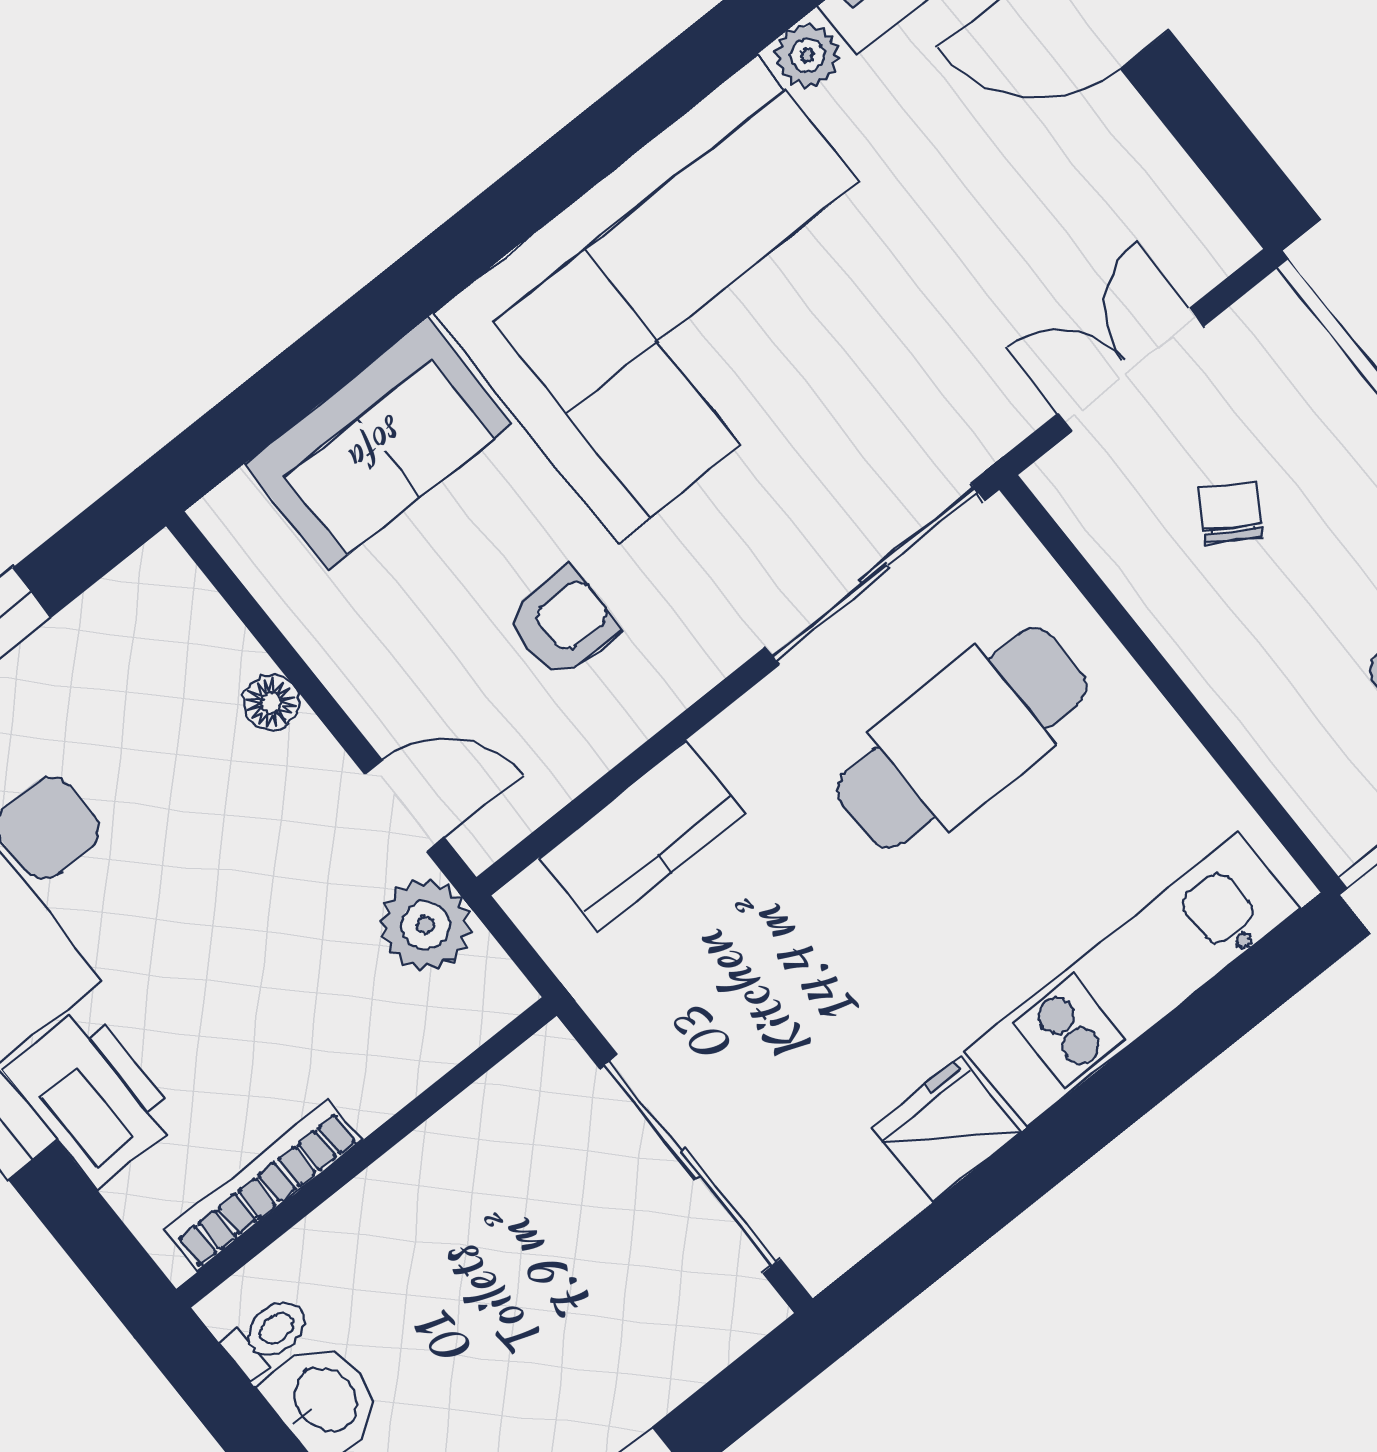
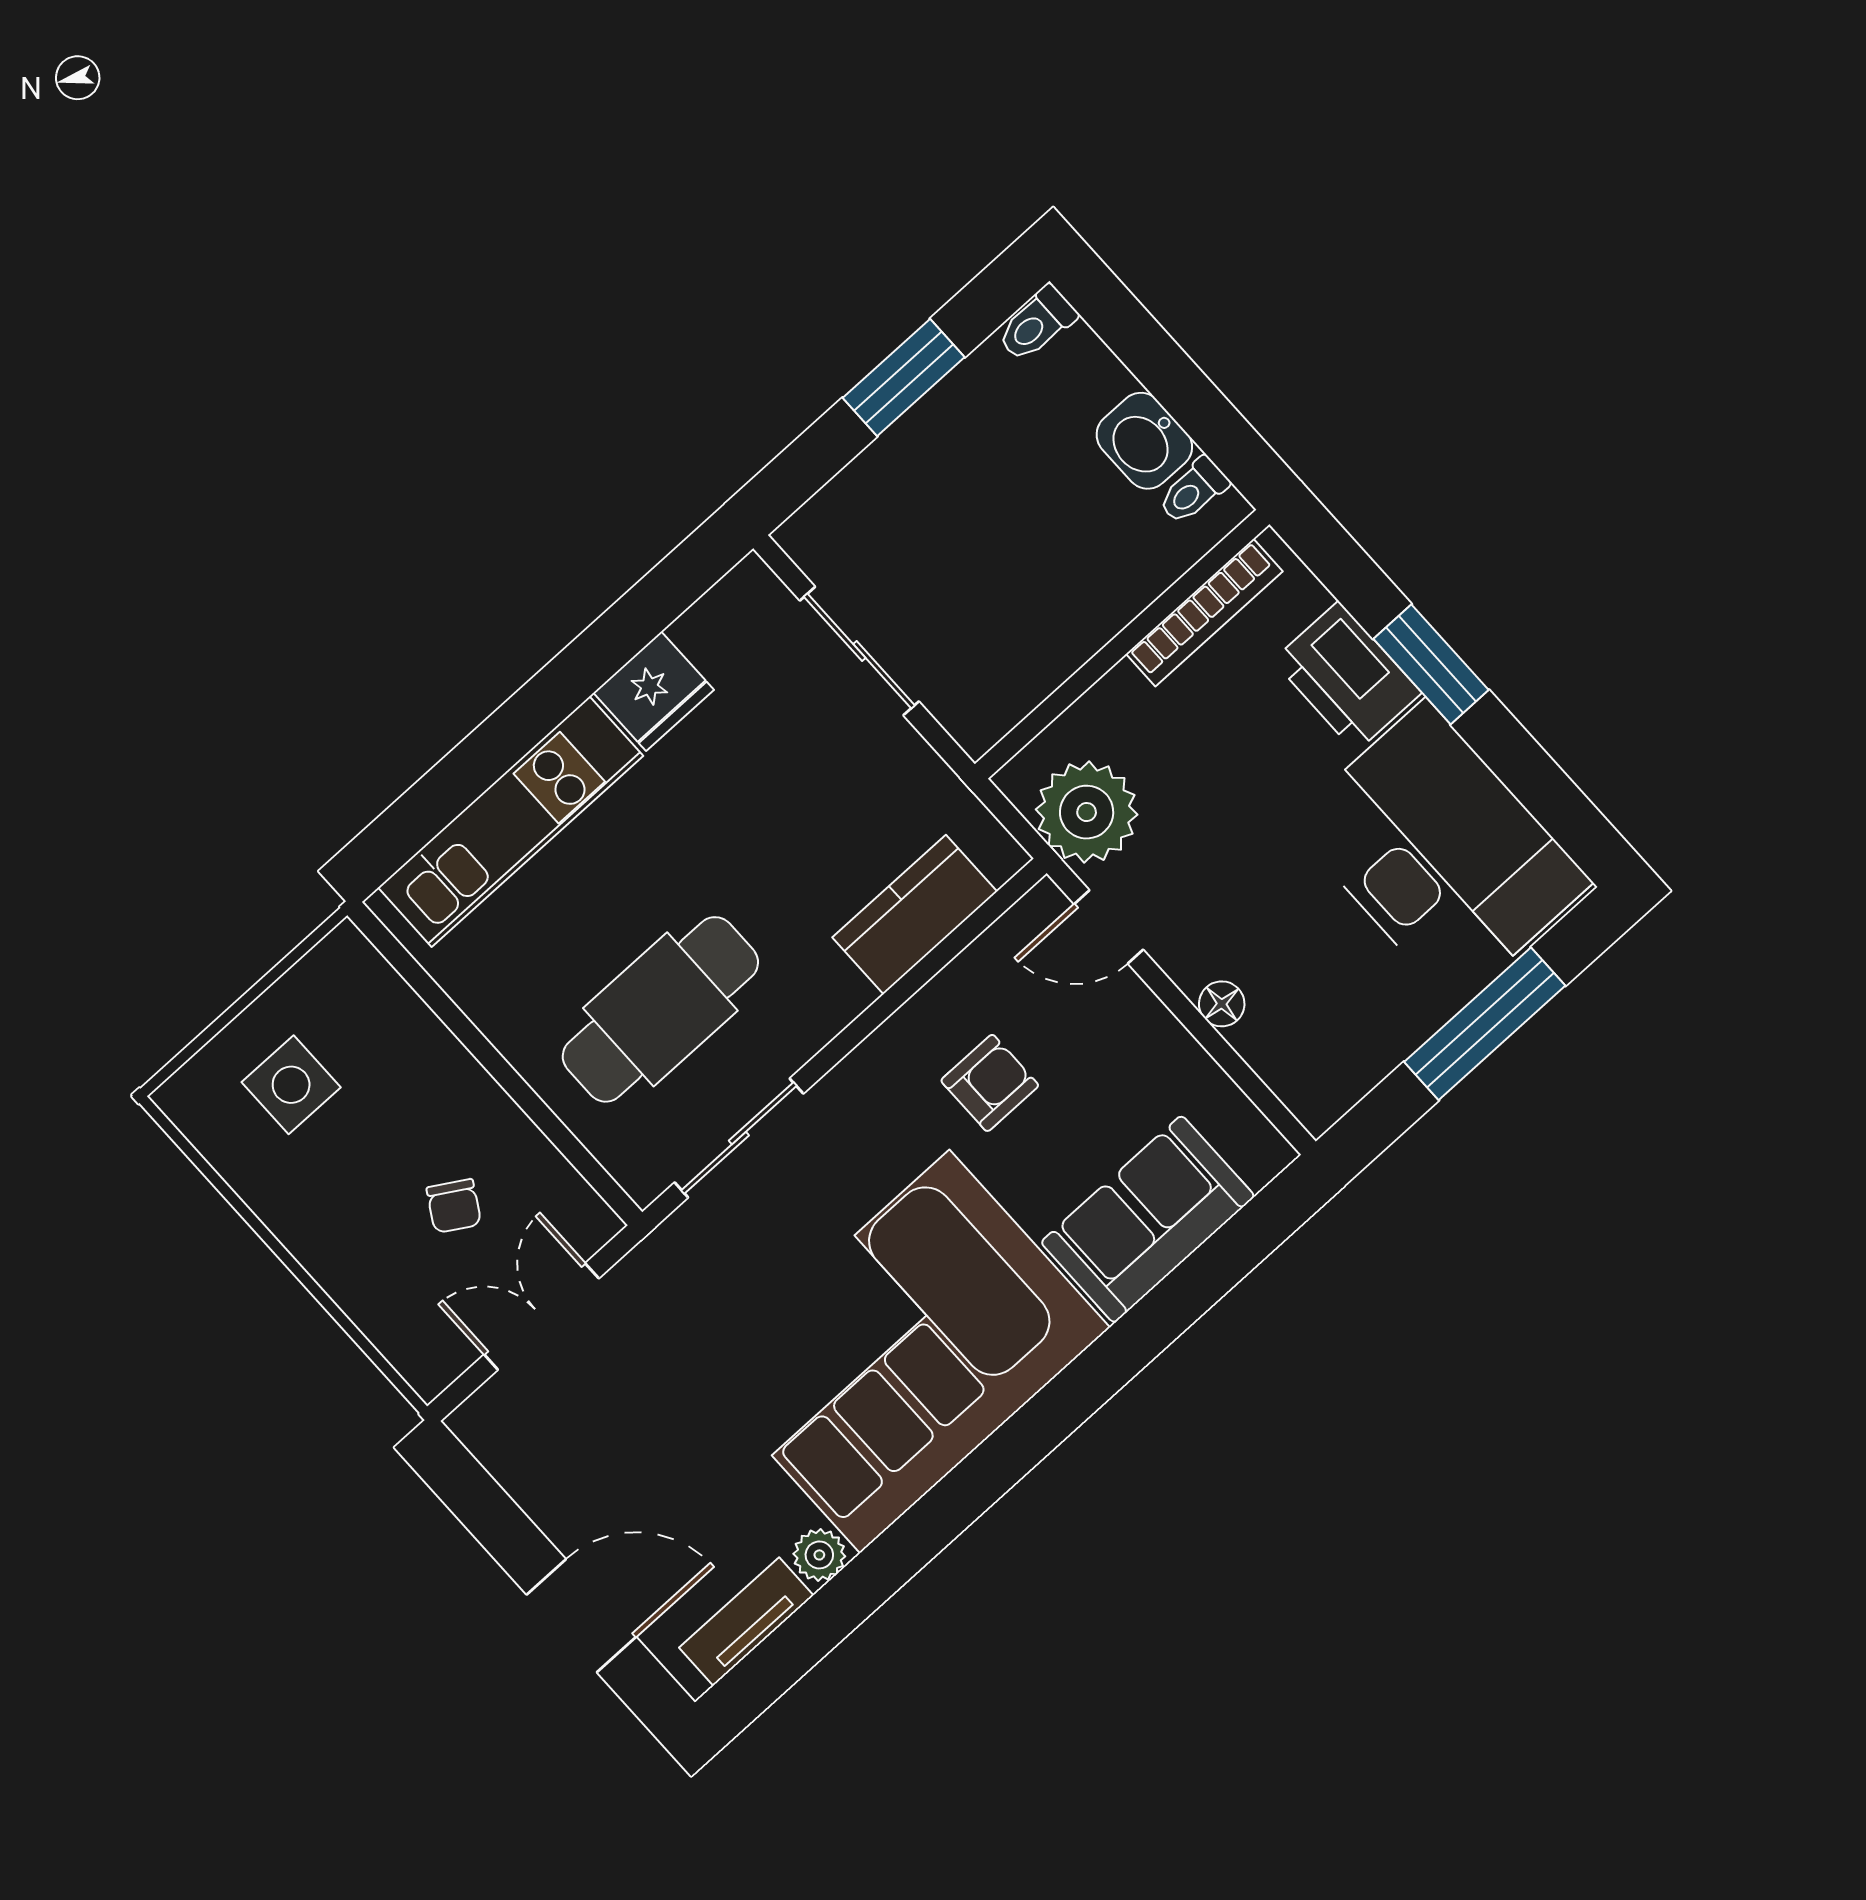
double door: (1131, 370) -> (541, 1316), swing flipped
sliding door: (875, 574) -> (739, 1138), width x0.73
armchair: (562, 623) -> (990, 1083), turned 180
plant: (425, 925) -> (1087, 812), width x1.36, depth x1.36
sliding door: (690, 1164) -> (859, 651), width x0.73

